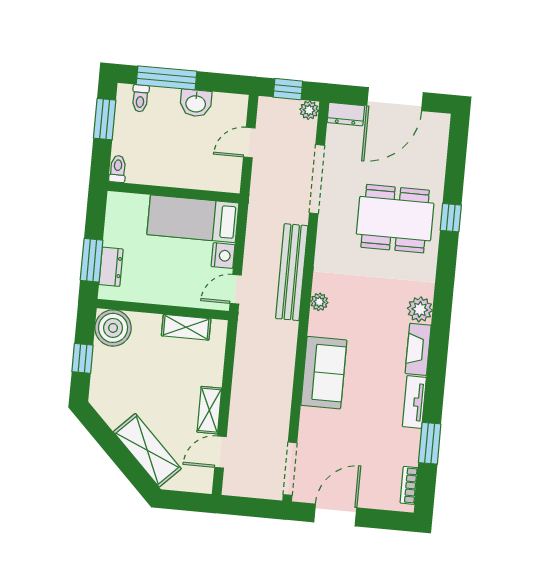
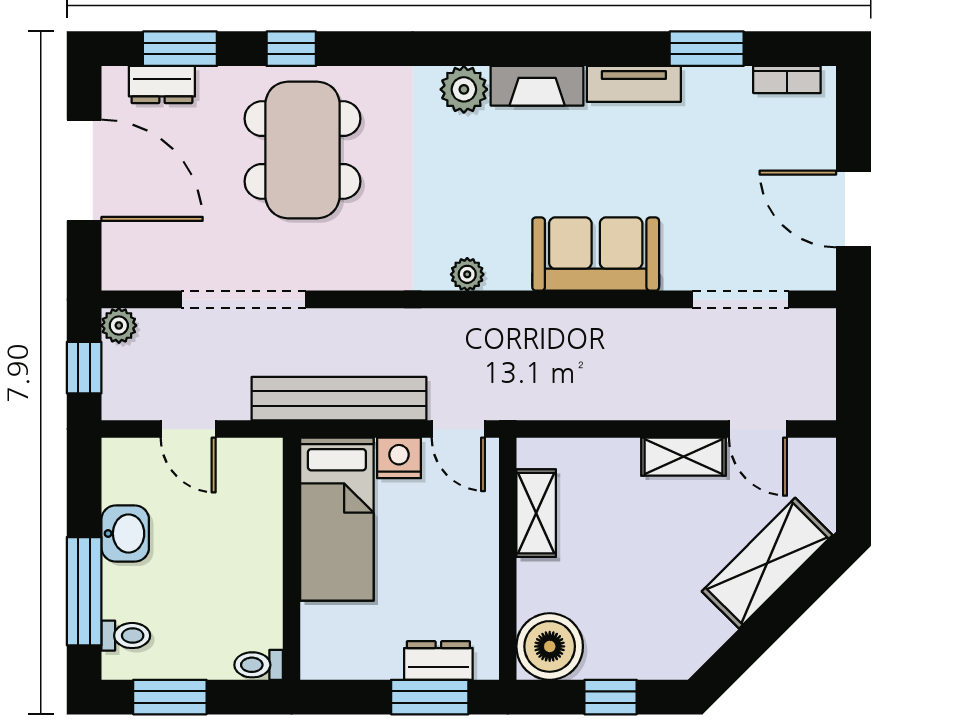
dresser: (346, 114) -> (162, 85), moved, turned 90
window: (456, 157) -> (180, 49), added
bench: (292, 272) -> (339, 399), moved
doorway: (290, 469) -> (740, 299), moved

